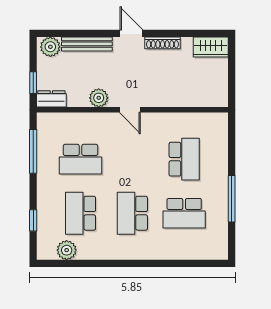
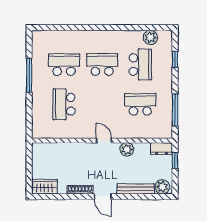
school desk: (132, 213) -> (102, 65), turned -90

